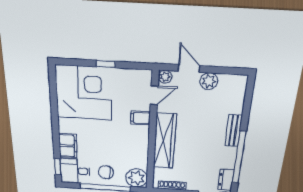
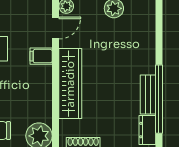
bench: (233, 131) -> (148, 94), moved

